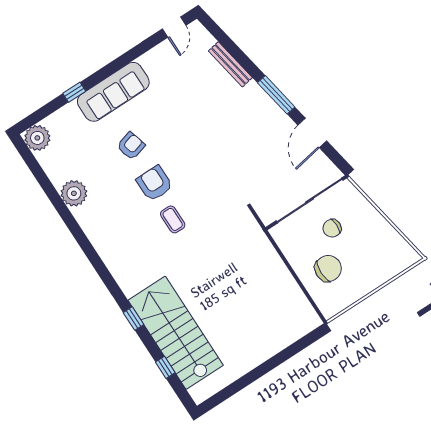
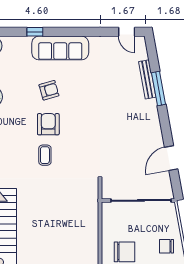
door: (174, 27) -> (127, 32), hinge flipped
window: (276, 95) -> (159, 89), moved
chair: (332, 228) -> (166, 246), moved

